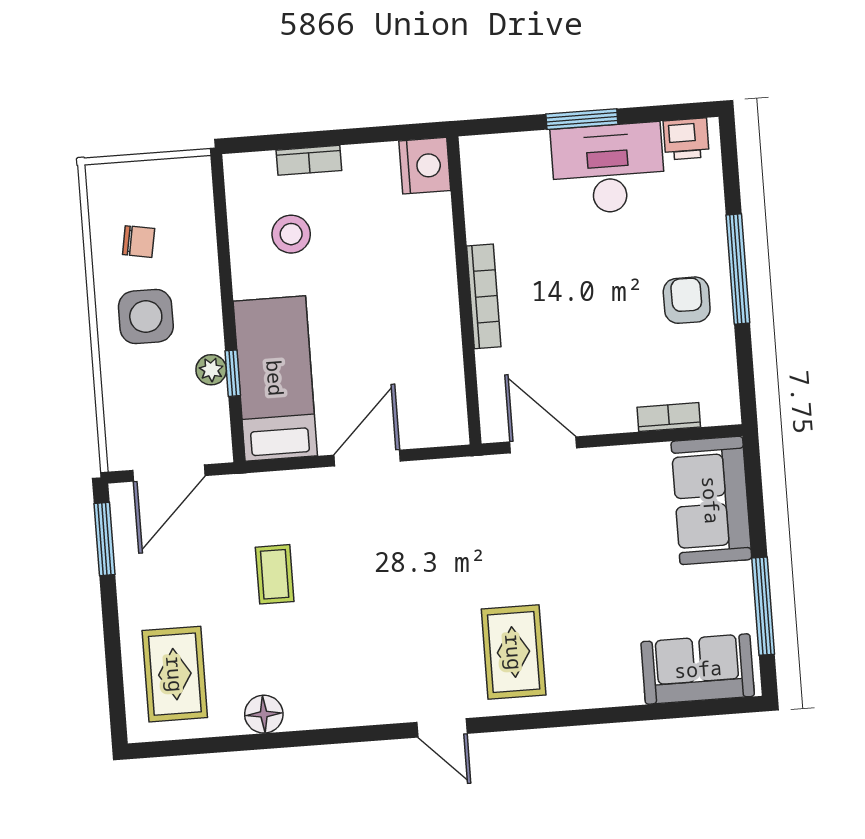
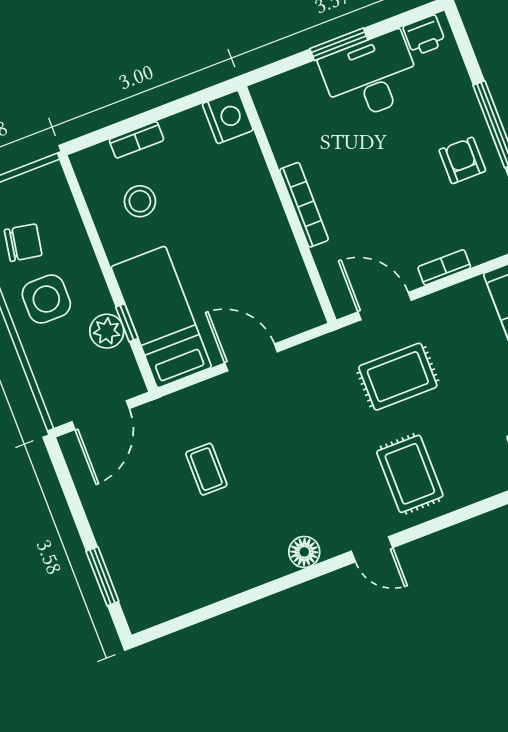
chair: (139, 242) -> (23, 243), width x1.37, depth x1.37
plant: (211, 370) -> (107, 331), width x1.38, depth x1.38
bookcase: (669, 417) -> (444, 267), moved
door: (367, 458) -> (251, 357), hinge flipped
window: (104, 539) -> (102, 576), moved
rug: (175, 674) -> (398, 377), moved, turned 90
floor lamp: (264, 714) -> (304, 552), moved

